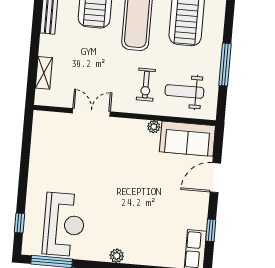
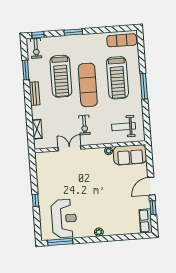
window: (225, 65) -> (144, 86), moved
exercise bike: (146, 85) -> (84, 125), moved
door: (215, 178) -> (151, 186), moved
window: (19, 223) -> (35, 200), moved

